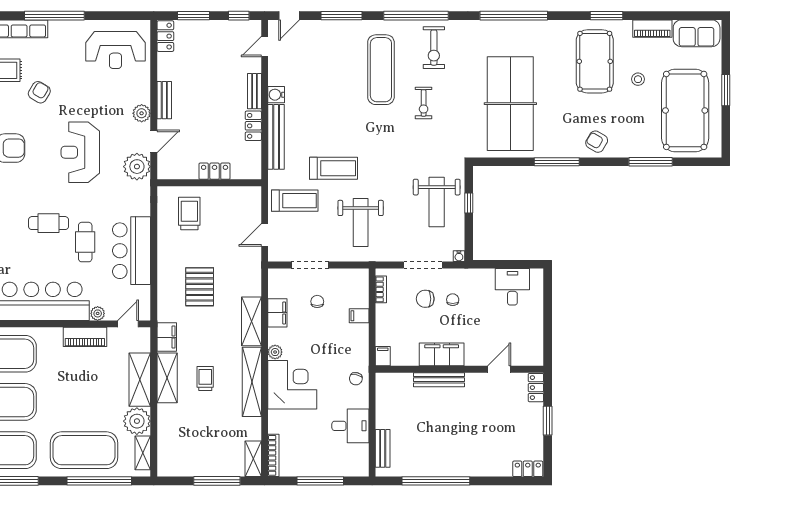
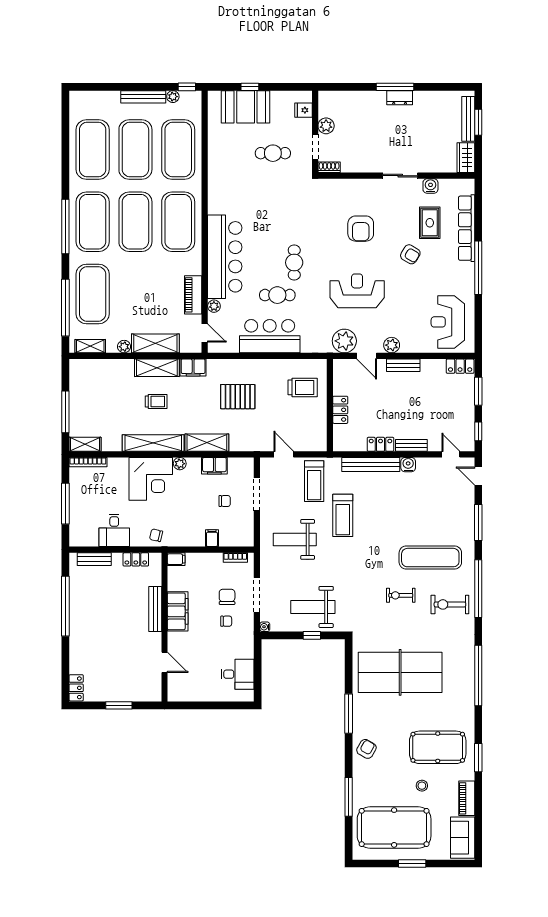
locker: (536, 388) -> (136, 559), moved, turned 180
plant: (137, 421) -> (124, 347), width x0.53, depth x0.53

